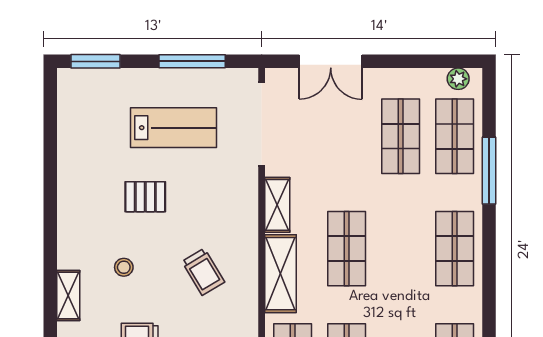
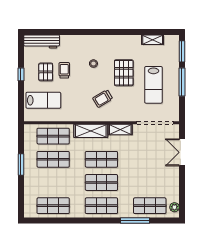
window: (192, 61) -> (182, 82), moved
shop shelf: (401, 136) -> (101, 182), moved
pallet: (145, 197) -> (124, 73), width x1.50, depth x1.42
trolley: (203, 272) -> (103, 99), moved
shelving: (68, 296) -> (153, 40), moved

